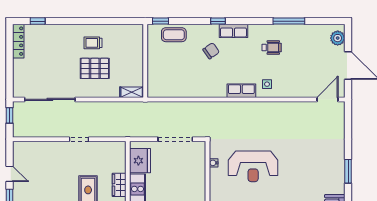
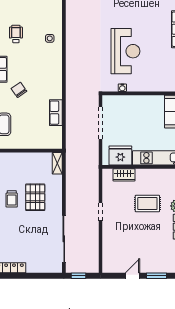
row of seats: (241, 91) -> (56, 113), moved
wardrobe: (119, 185) -> (124, 175), moved

